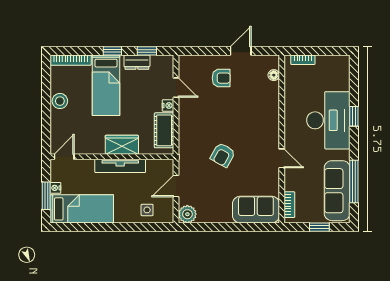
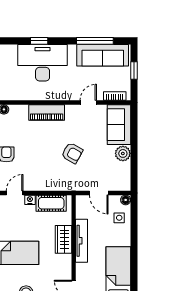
piano: (270, 125) -> (47, 113), added
door: (282, 158) -> (88, 103), moved
plant: (187, 214) -> (123, 153), moved
floor lamp: (168, 217) -> (126, 200), added

